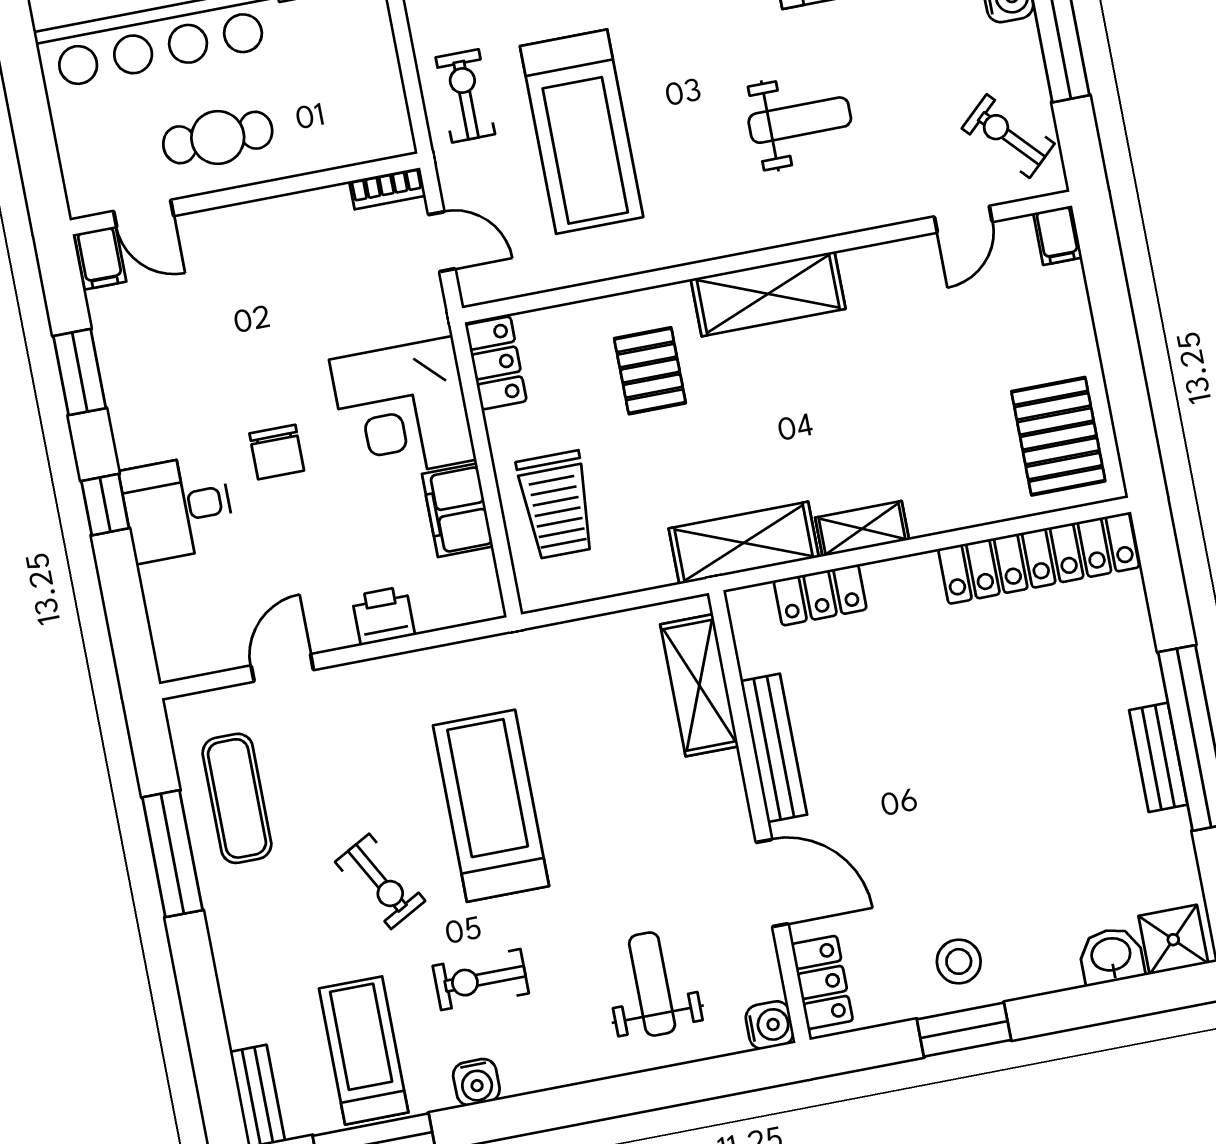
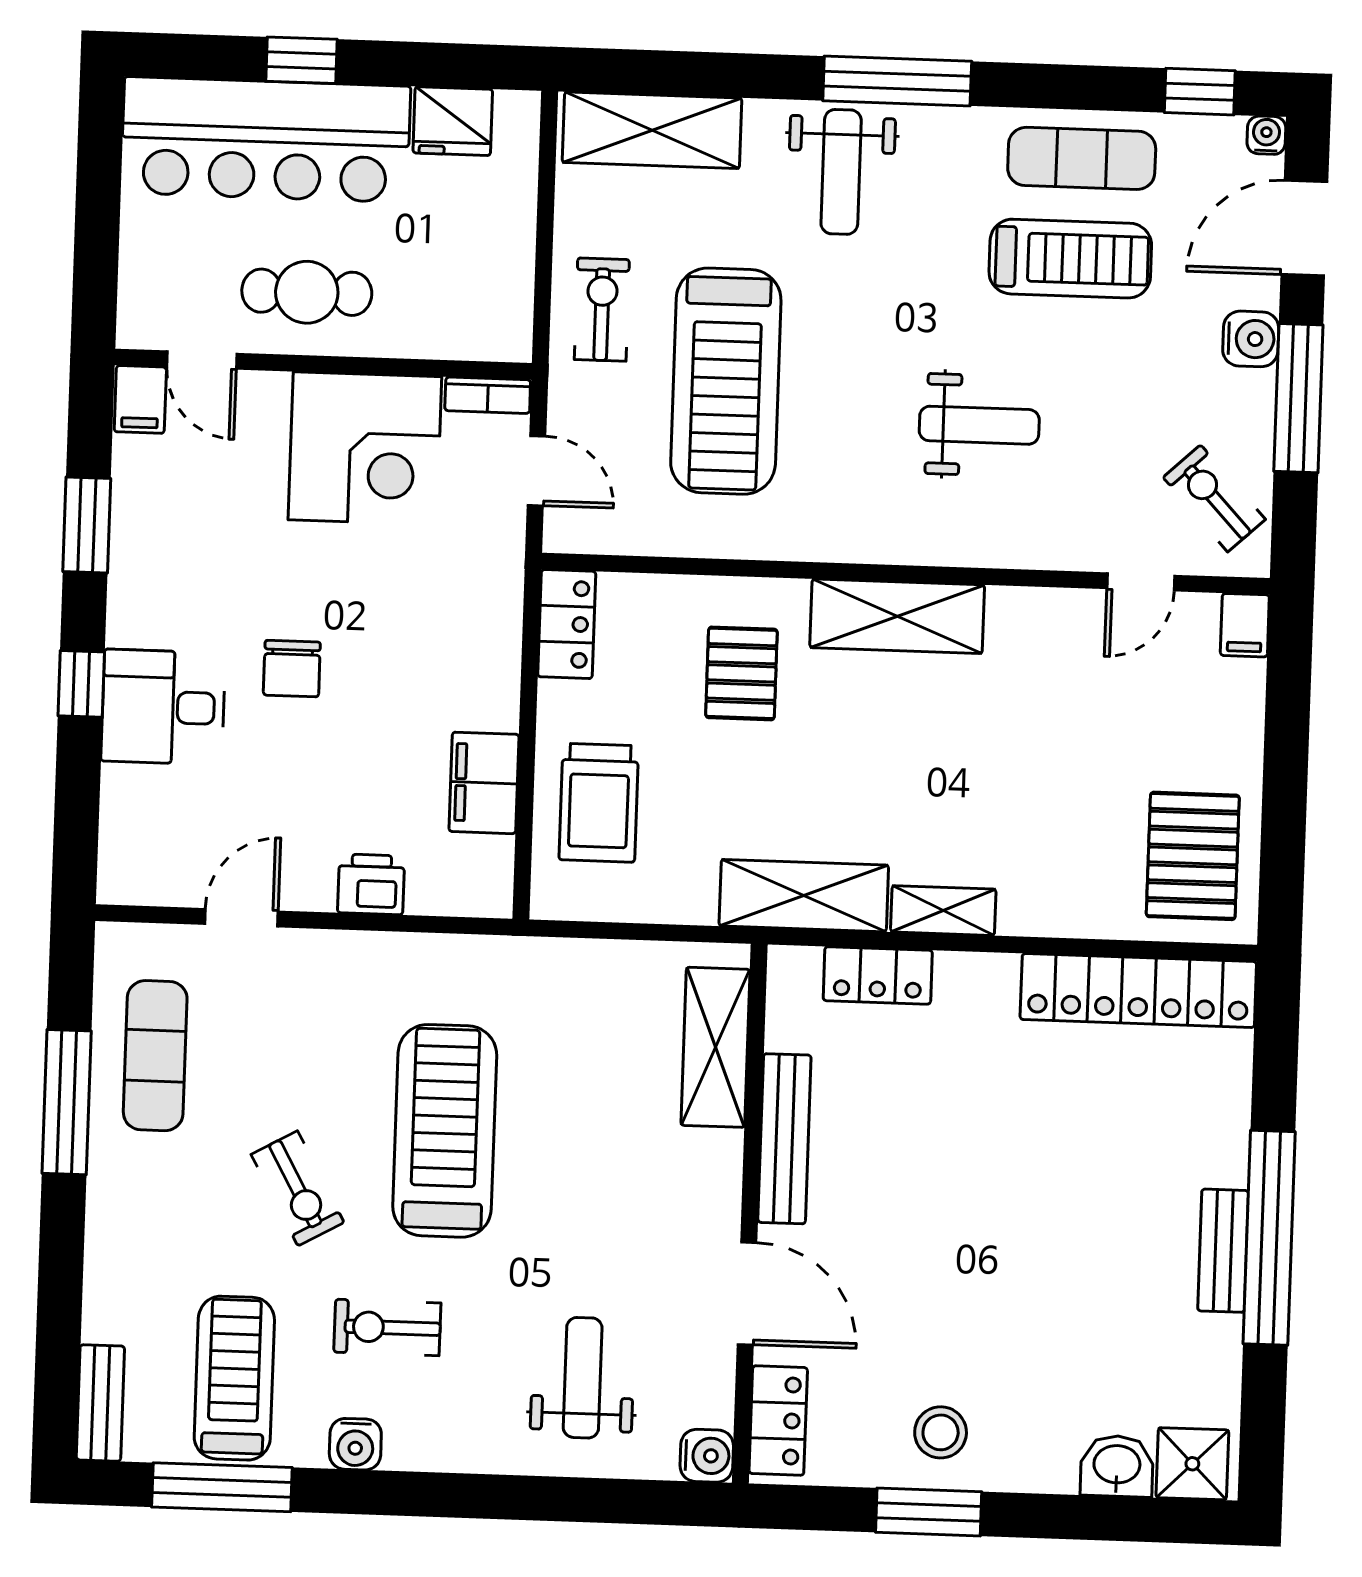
corner desk: (403, 410) -> (365, 448), moved, turned -90

